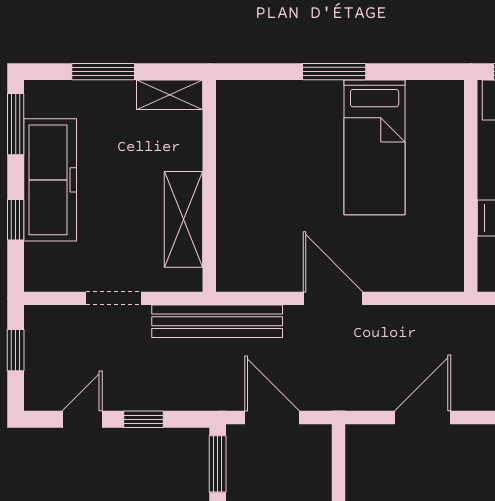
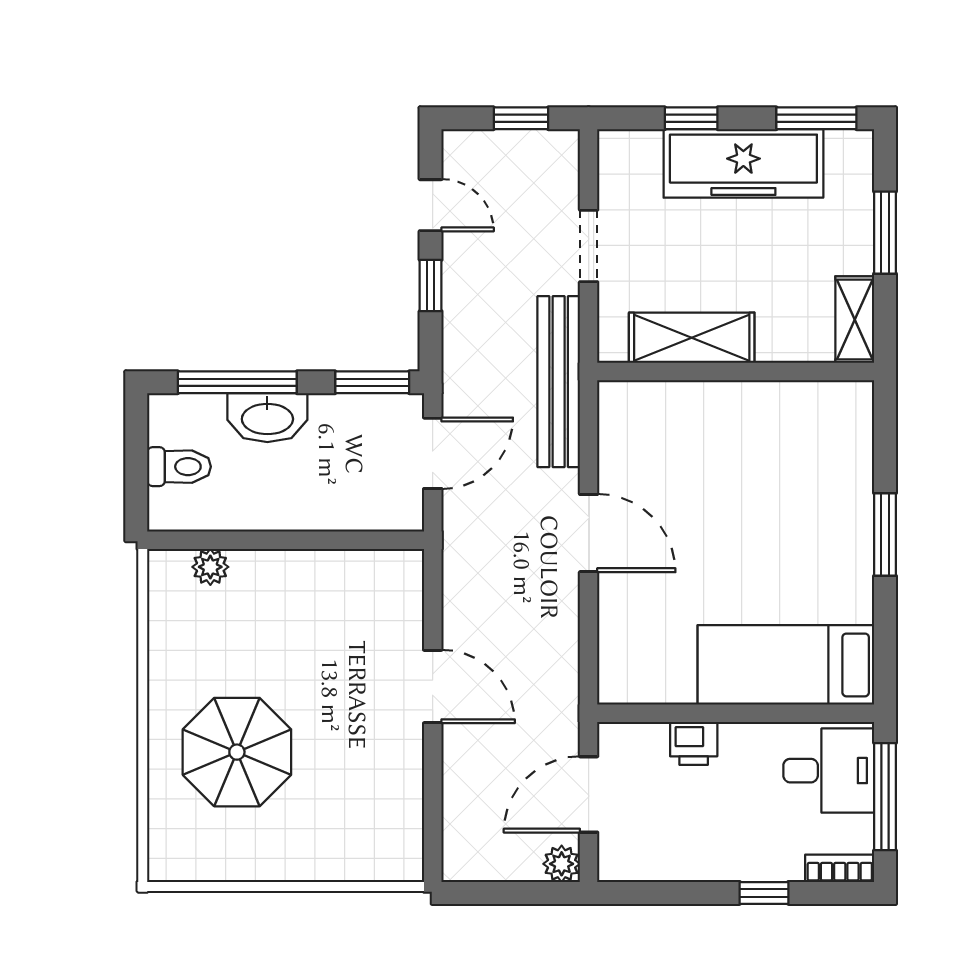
bed: (375, 147) -> (786, 665), moved
door: (333, 298) -> (589, 533), hinge flipped
door: (423, 418) -> (433, 686), moved

